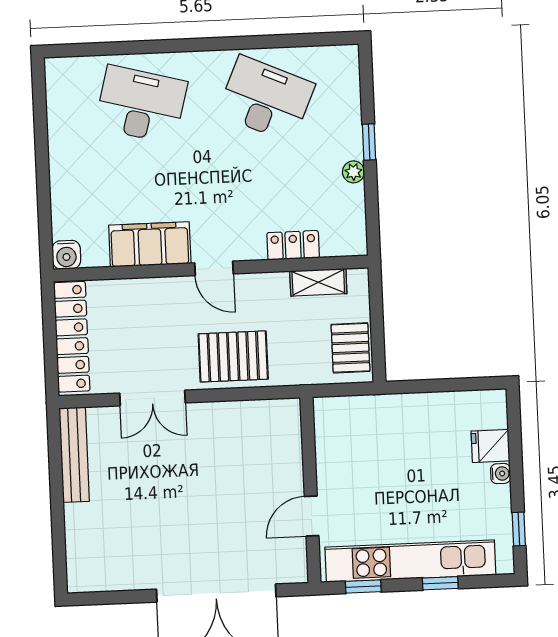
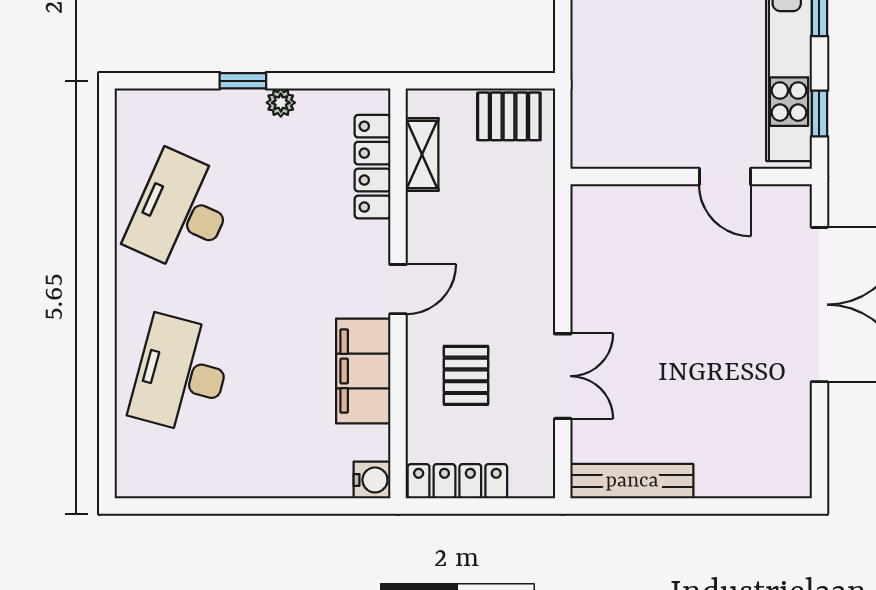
locker: (293, 245) -> (373, 167), width x1.53
locker: (72, 337) -> (457, 481), width x0.71, depth x0.83
pallet: (233, 356) -> (466, 375), moved, width x0.67, depth x0.71

